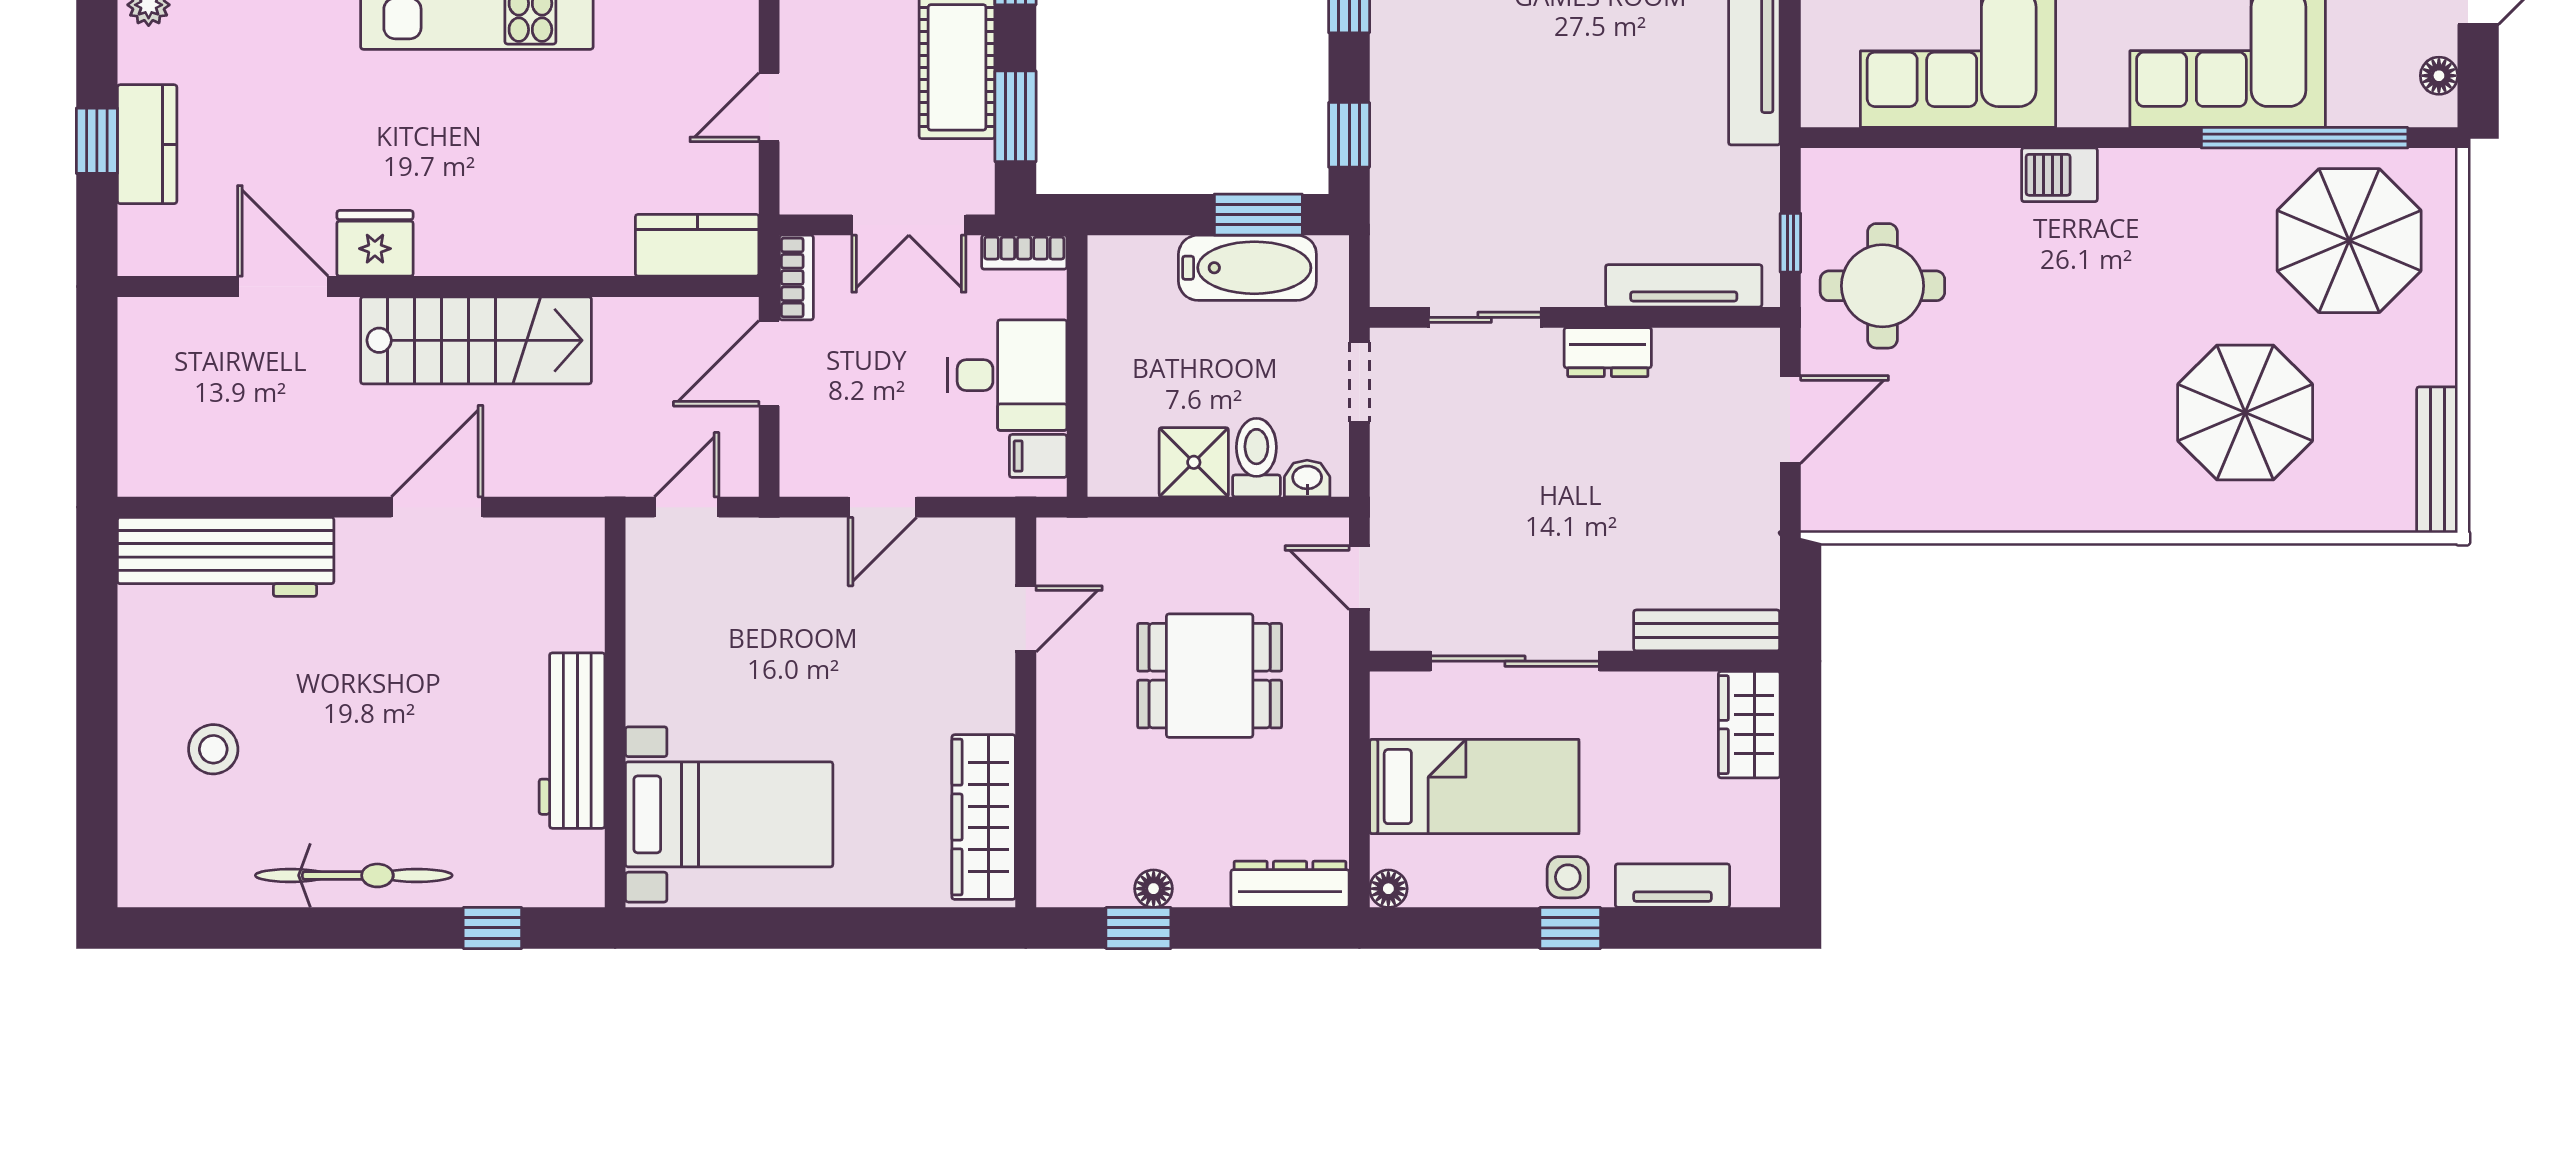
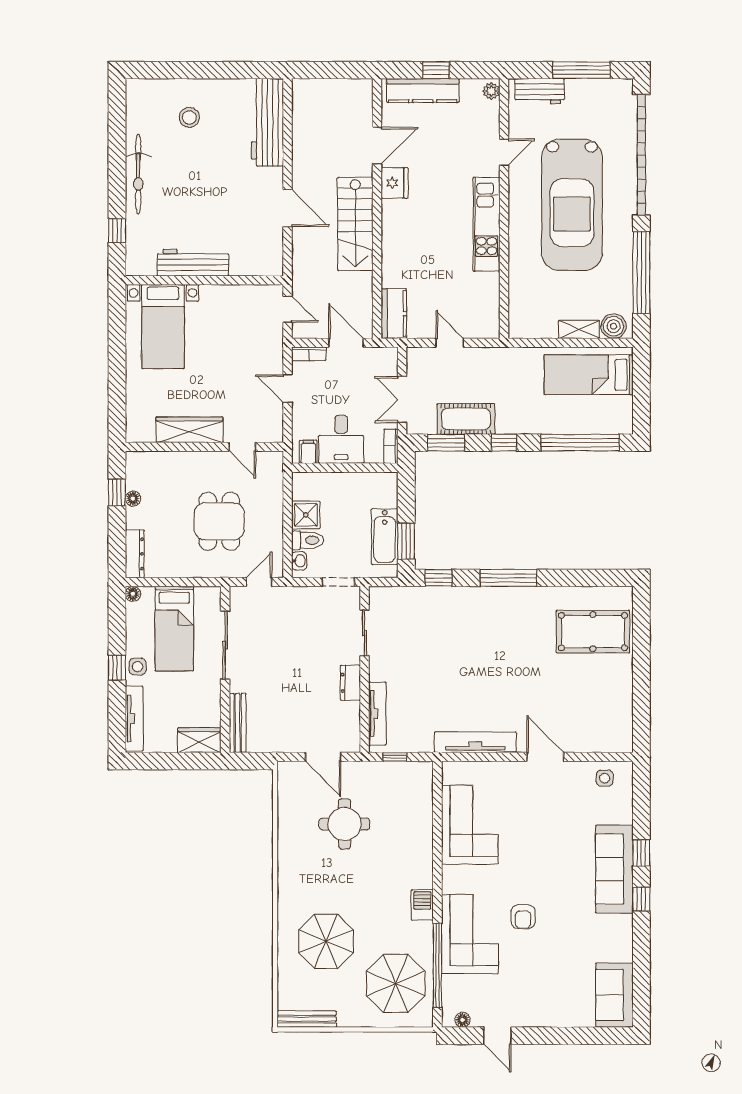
kitchen counter: (147, 144) -> (423, 91), width x1.50
barbecue: (2059, 175) -> (422, 905), moved
bookcase: (796, 278) -> (309, 354), moved
round table: (1882, 286) -> (345, 824), moved
wardrobe: (984, 817) -> (189, 430), moved
tv unit: (1672, 886) -> (134, 718), width x1.41

